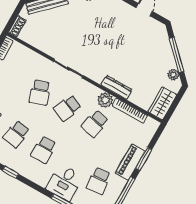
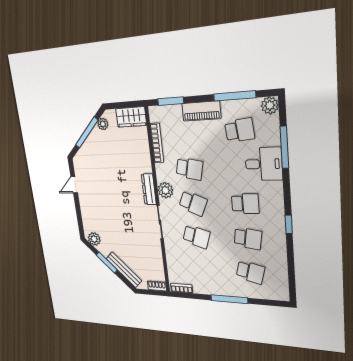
dresser: (117, 87) -> (149, 189), moved
school desk: (40, 92) -> (196, 237), turned 36
plant: (105, 100) -> (165, 190), moved
window: (144, 159) -> (171, 101), moved

